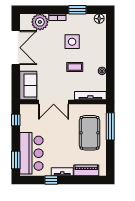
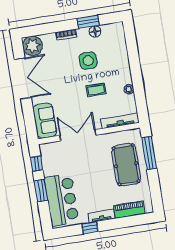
floor lamp: (99, 19) -> (95, 31), moved
plant: (40, 22) -> (32, 46), moved
double door: (54, 102) -> (78, 135), swing flipped
window: (16, 160) -> (41, 191), moved

